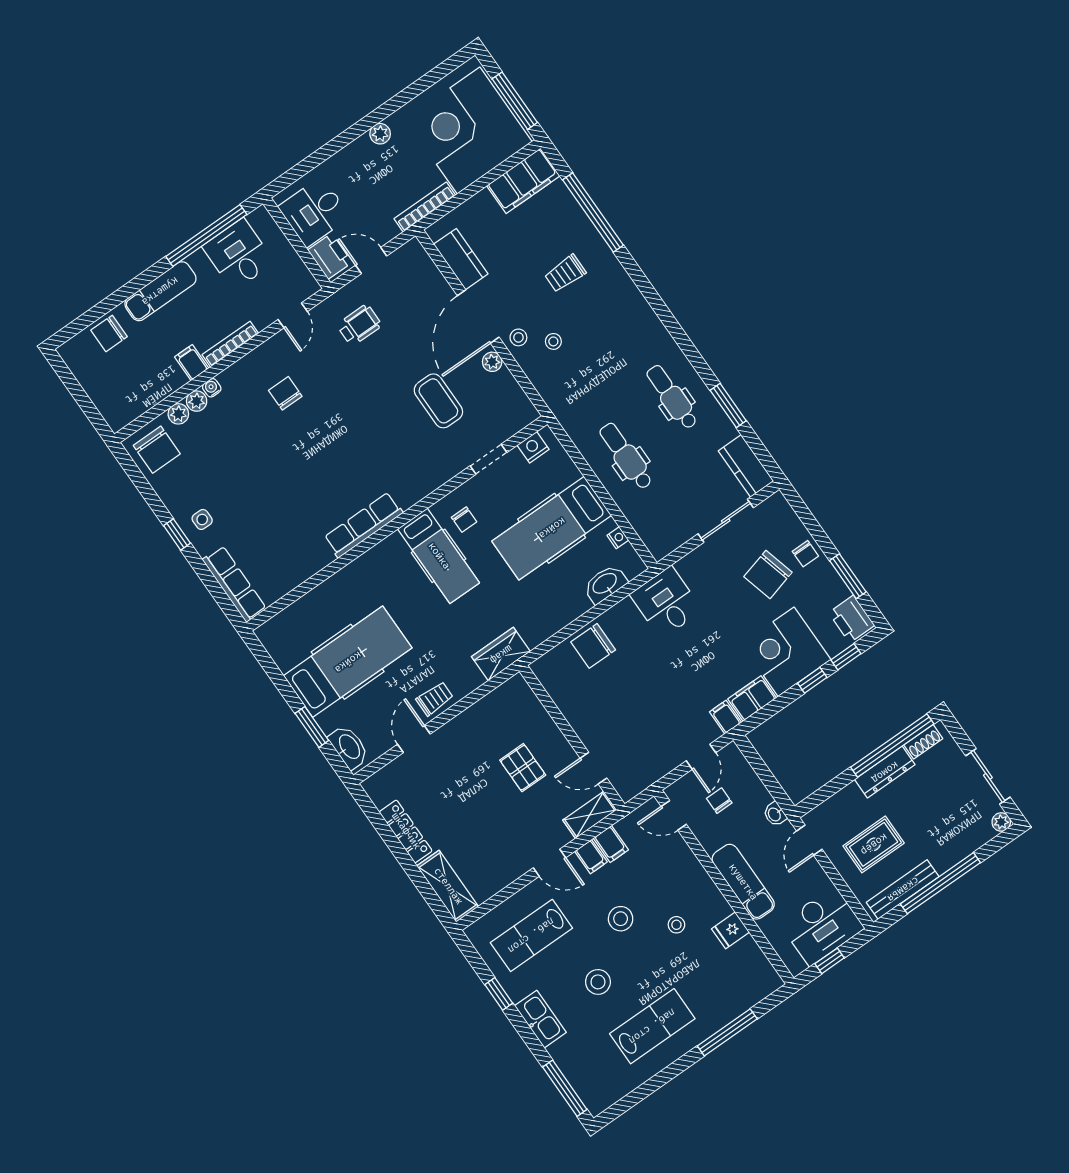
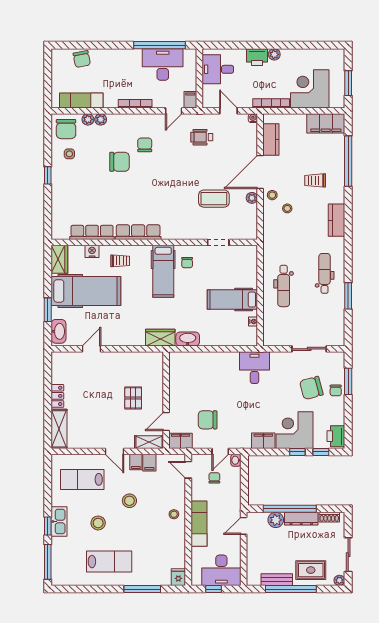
window: (515, 101) -> (348, 83), width x0.69
corner desk: (469, 131) -> (310, 89), width x0.74, depth x0.74
desk: (238, 254) -> (163, 64), width x1.37
printer: (330, 256) -> (257, 57), moved, turned 90
exam couch: (160, 291) -> (81, 100), moved, turned 180
wheelchair: (359, 325) -> (202, 137), turned 180
chair: (109, 333) -> (82, 59), turned -101
filing cabinet: (192, 363) -> (190, 100), moved
water cooler: (212, 388) -> (253, 118), moved
coffee table: (438, 401) -> (214, 199), turned 90
chair: (266, 443) -> (119, 162), added
nightstand: (533, 447) -> (92, 251), moved
dental chair: (626, 456) -> (284, 286), turned 180
kitchen counter: (746, 466) -> (337, 220), moved
side table: (202, 519) -> (69, 154), moved
hospital bed: (552, 528) -> (232, 300), width x0.73, depth x0.78
window: (848, 576) -> (348, 381), moved
row of seats: (234, 584) -> (92, 232), moved, turned -90
washbasin: (605, 584) -> (188, 339), moved
wardrobe: (278, 643) -> (59, 259), added
chair: (593, 646) -> (208, 420), moved
trolley: (435, 699) -> (120, 261), moved
filing cabinet: (725, 717) -> (181, 441), moved, width x2.00
window: (892, 745) -> (290, 509), moved
door: (593, 768) -> (166, 421), hinge flipped
plant: (849, 799) -> (276, 520), added
washbasin: (775, 814) -> (236, 460), moved
locker: (406, 831) -> (57, 396), width x0.66
rug: (874, 844) -> (311, 570), moved
bench: (903, 889) -> (277, 580), width x0.73
stool: (676, 925) -> (174, 514), moved
fridge: (730, 930) -> (178, 577), moved, turned 90
window: (499, 994) -> (48, 526), moved

